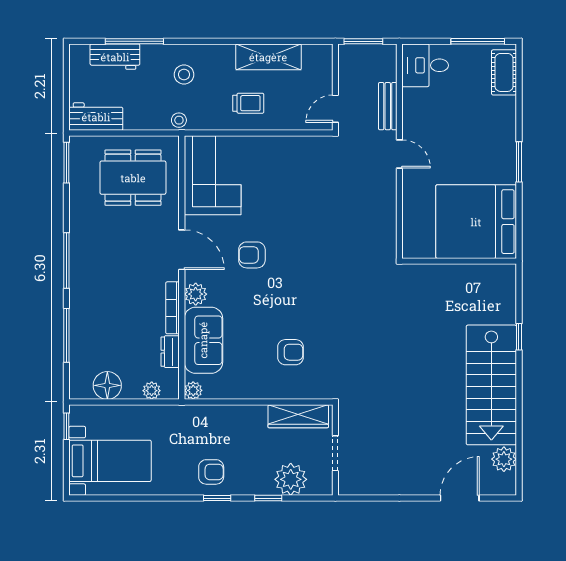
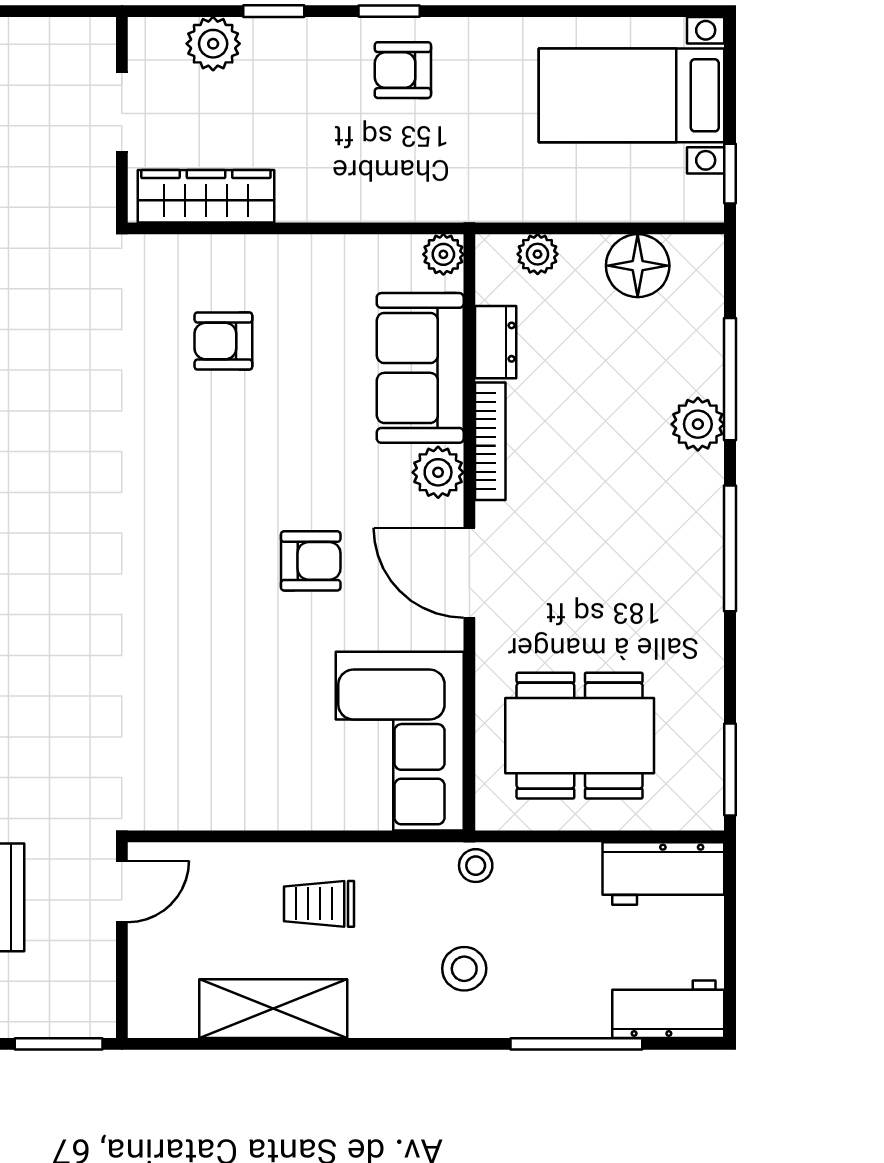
workbench: (115, 57) -> (668, 1009), moved
plant: (81, 315) -> (698, 424), added
plant: (291, 479) -> (213, 44), width x0.73, depth x0.73

